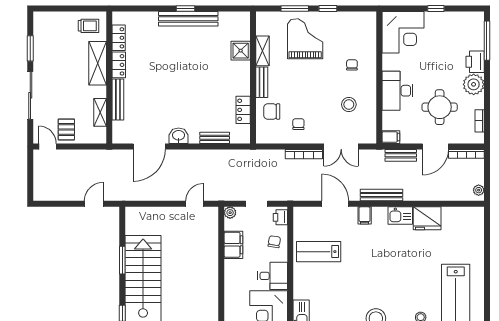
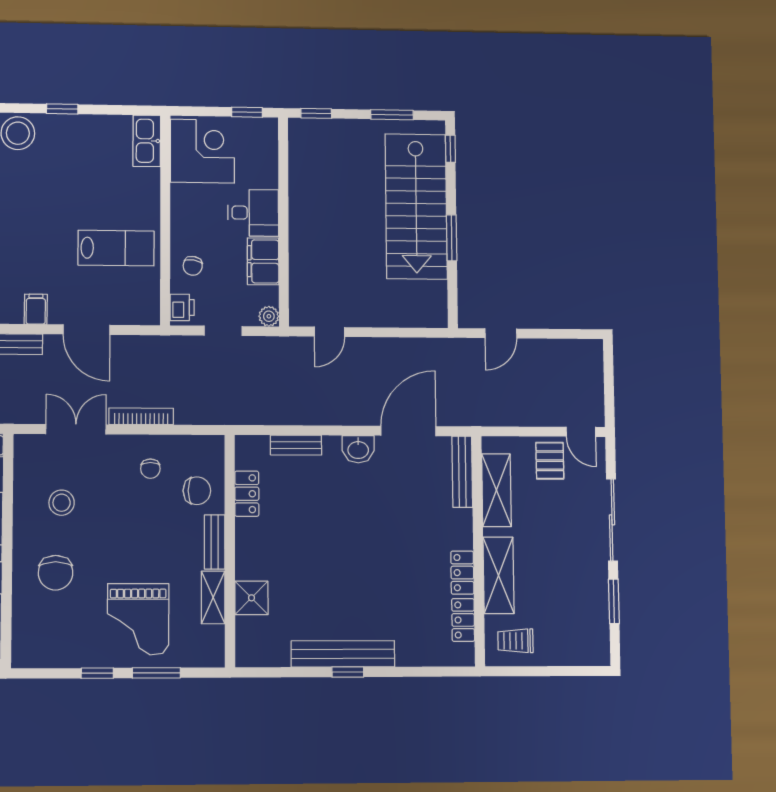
chair: (352, 65) -> (56, 573), width x1.87, depth x1.87
bench: (118, 100) -> (462, 472), moved
shelving: (100, 112) -> (497, 490), width x1.50, depth x1.33
desk: (273, 276) -> (253, 213), moved, turned 180

